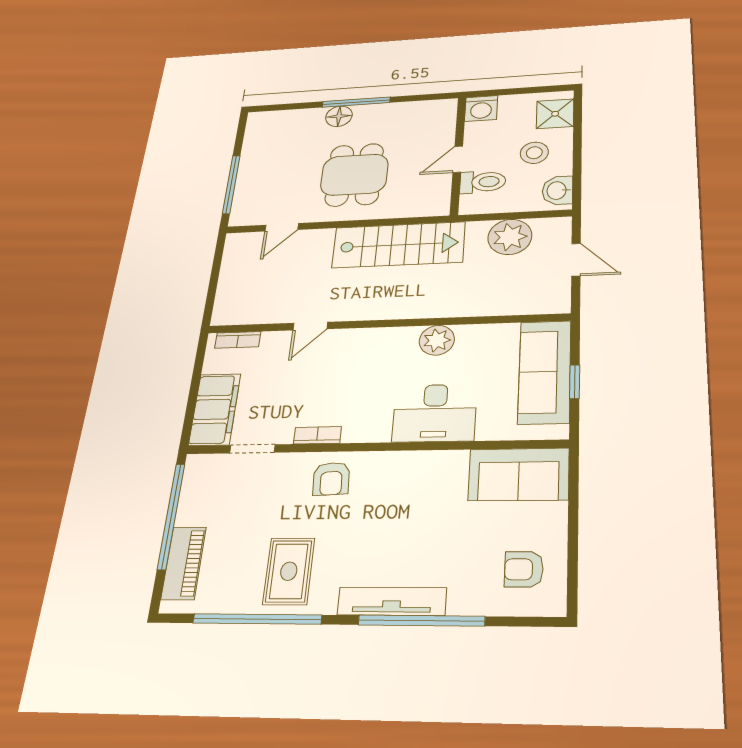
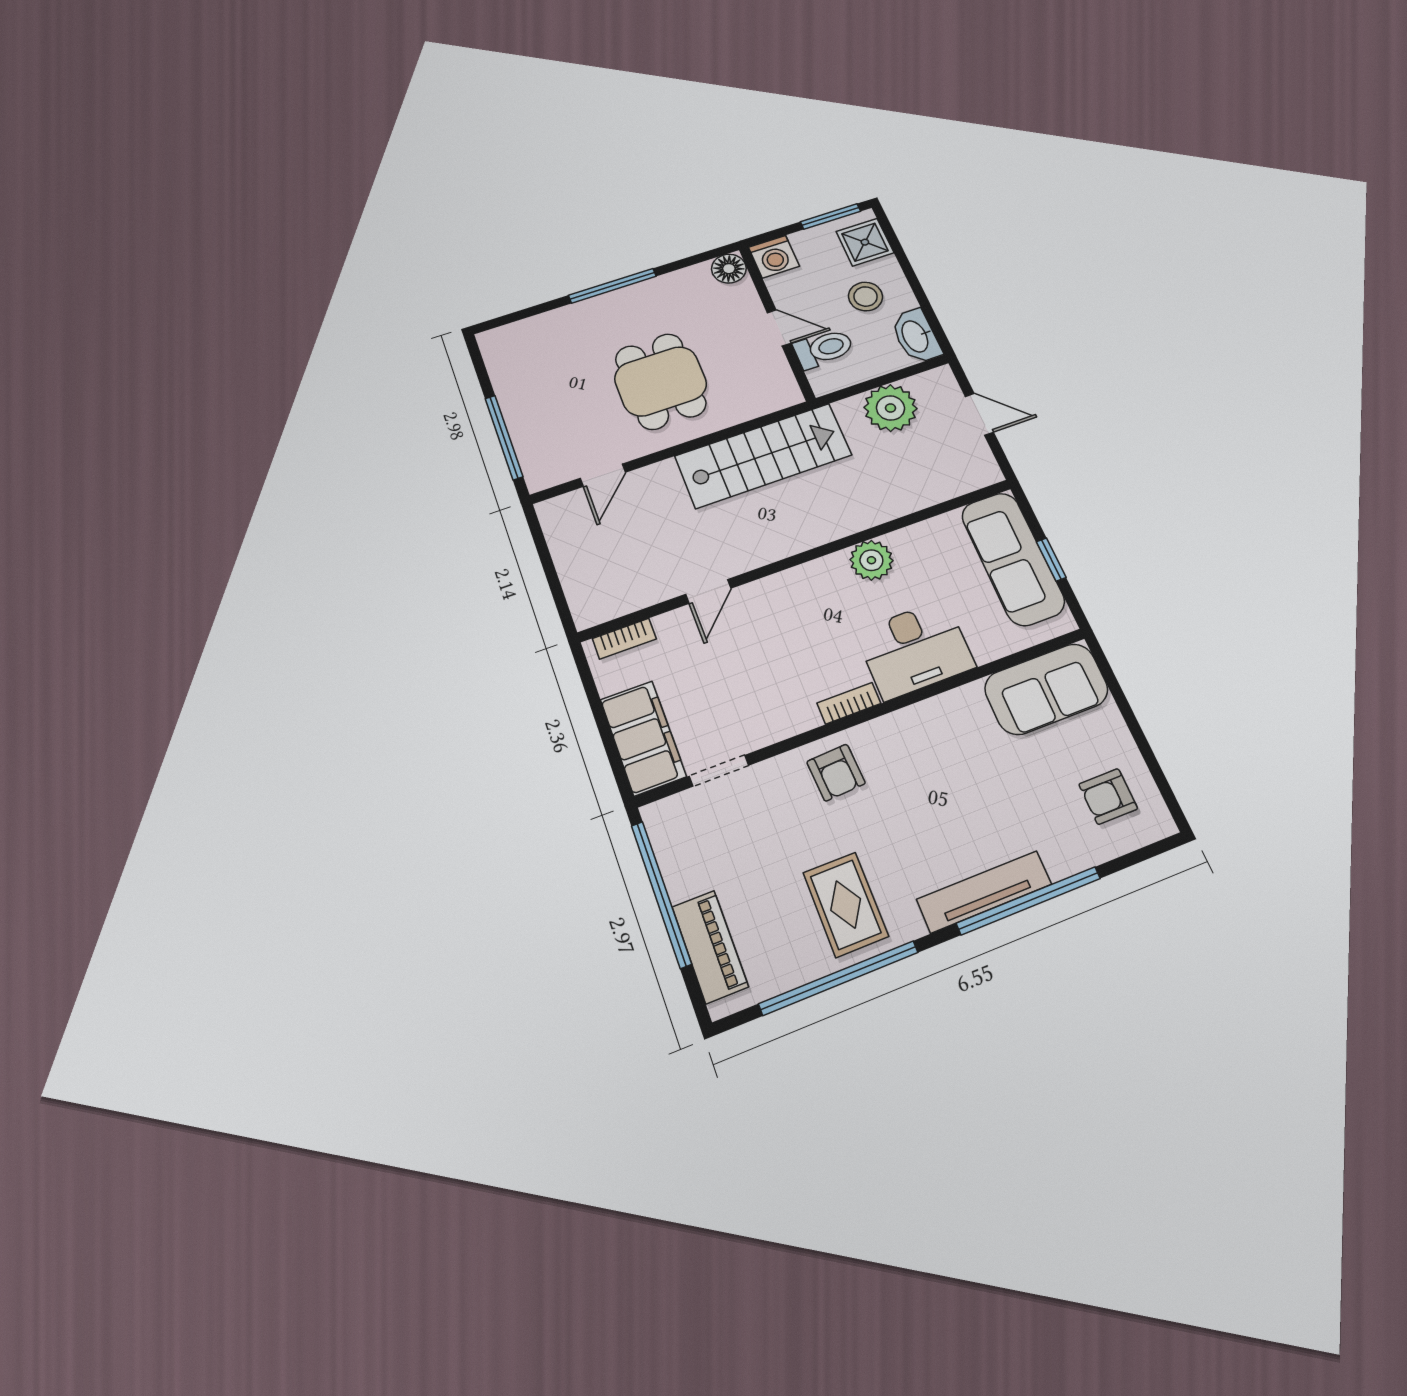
window: (539, 90) -> (831, 216), added
floor lamp: (339, 116) -> (729, 269), moved
door: (458, 159) -> (779, 328), swing flipped
washbasin: (557, 190) -> (916, 336), width x1.38
bookcase: (317, 435) -> (849, 703), moved

